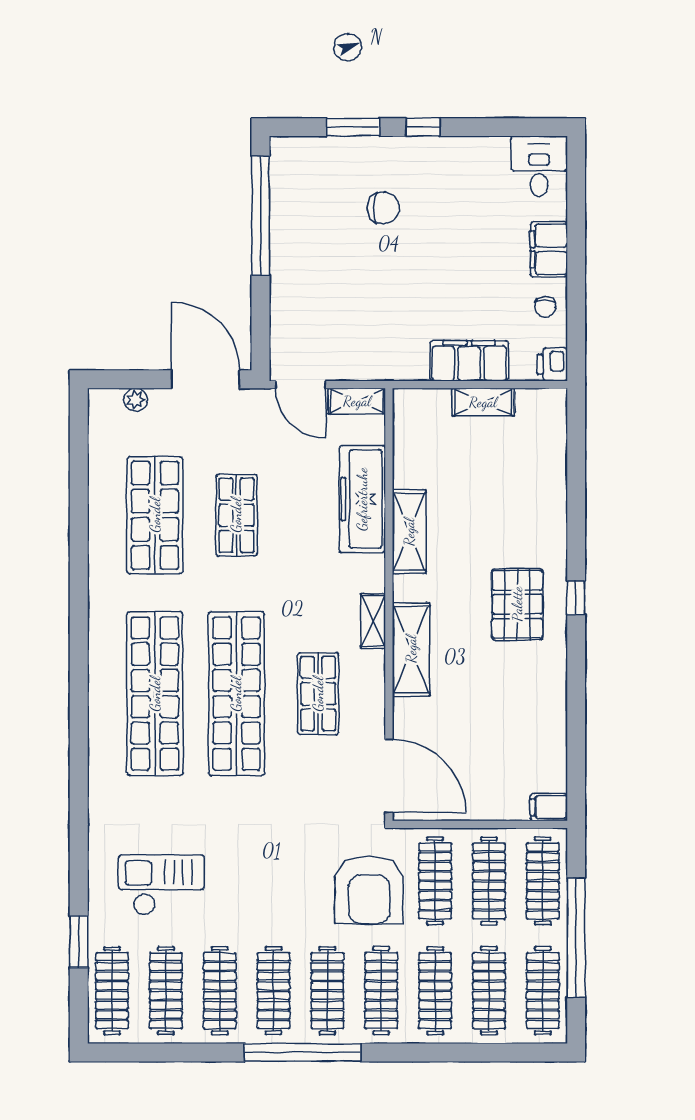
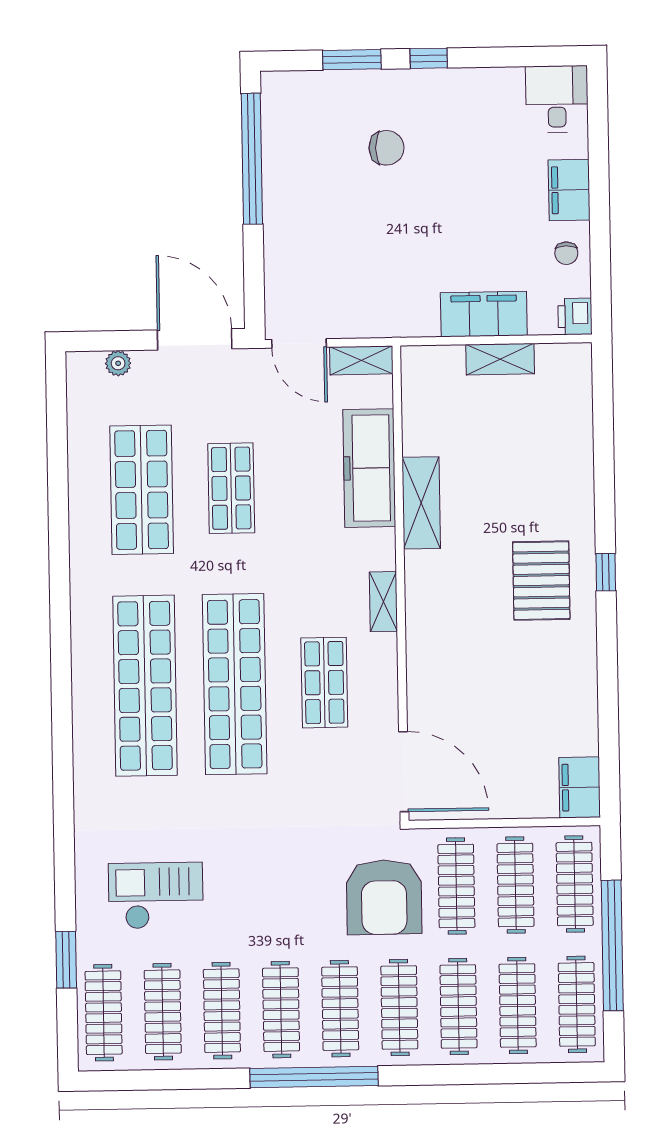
shelving: (411, 649) -> (426, 632), removed
filing cabinet: (549, 807) -> (580, 787), width x2.00

